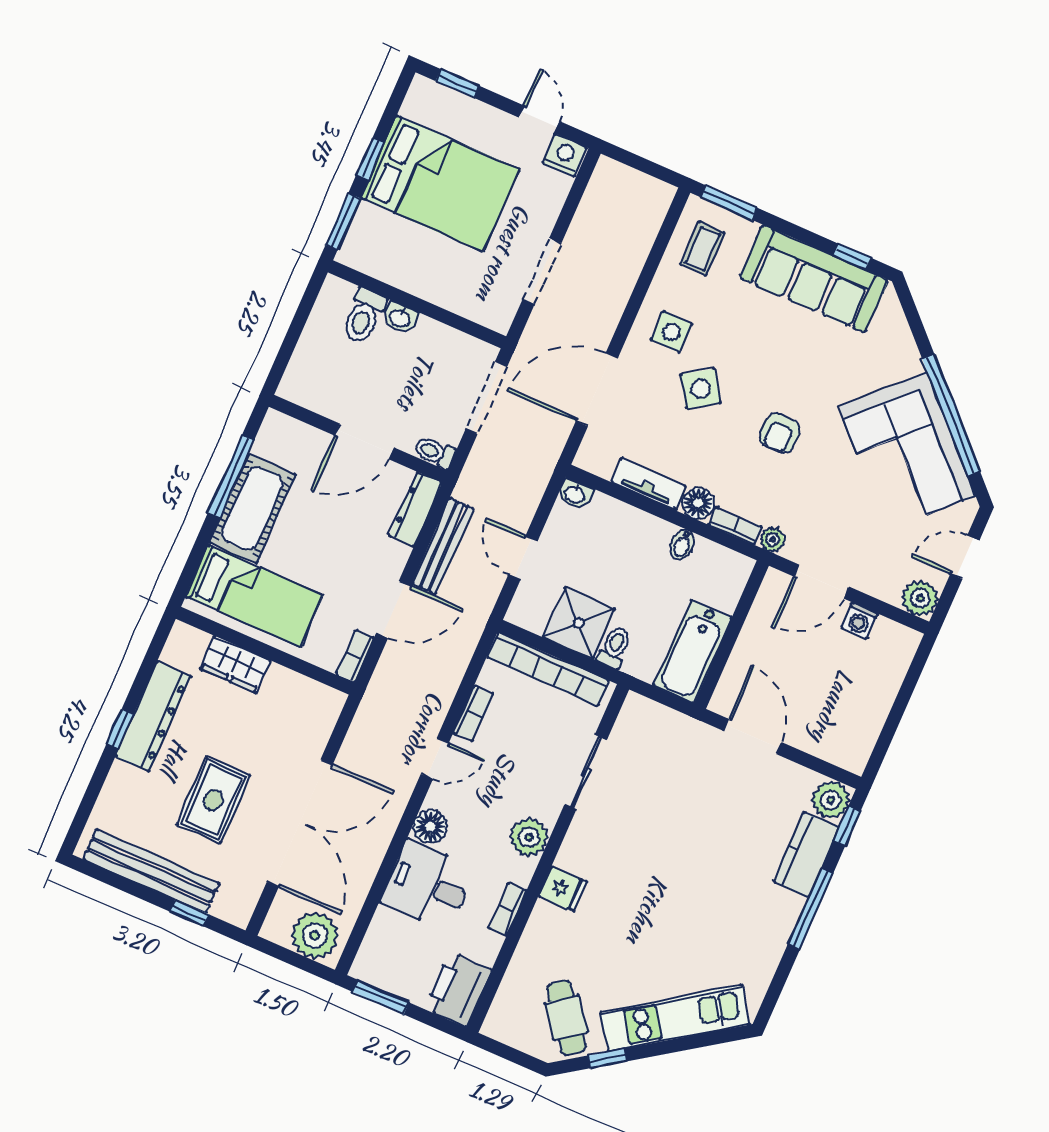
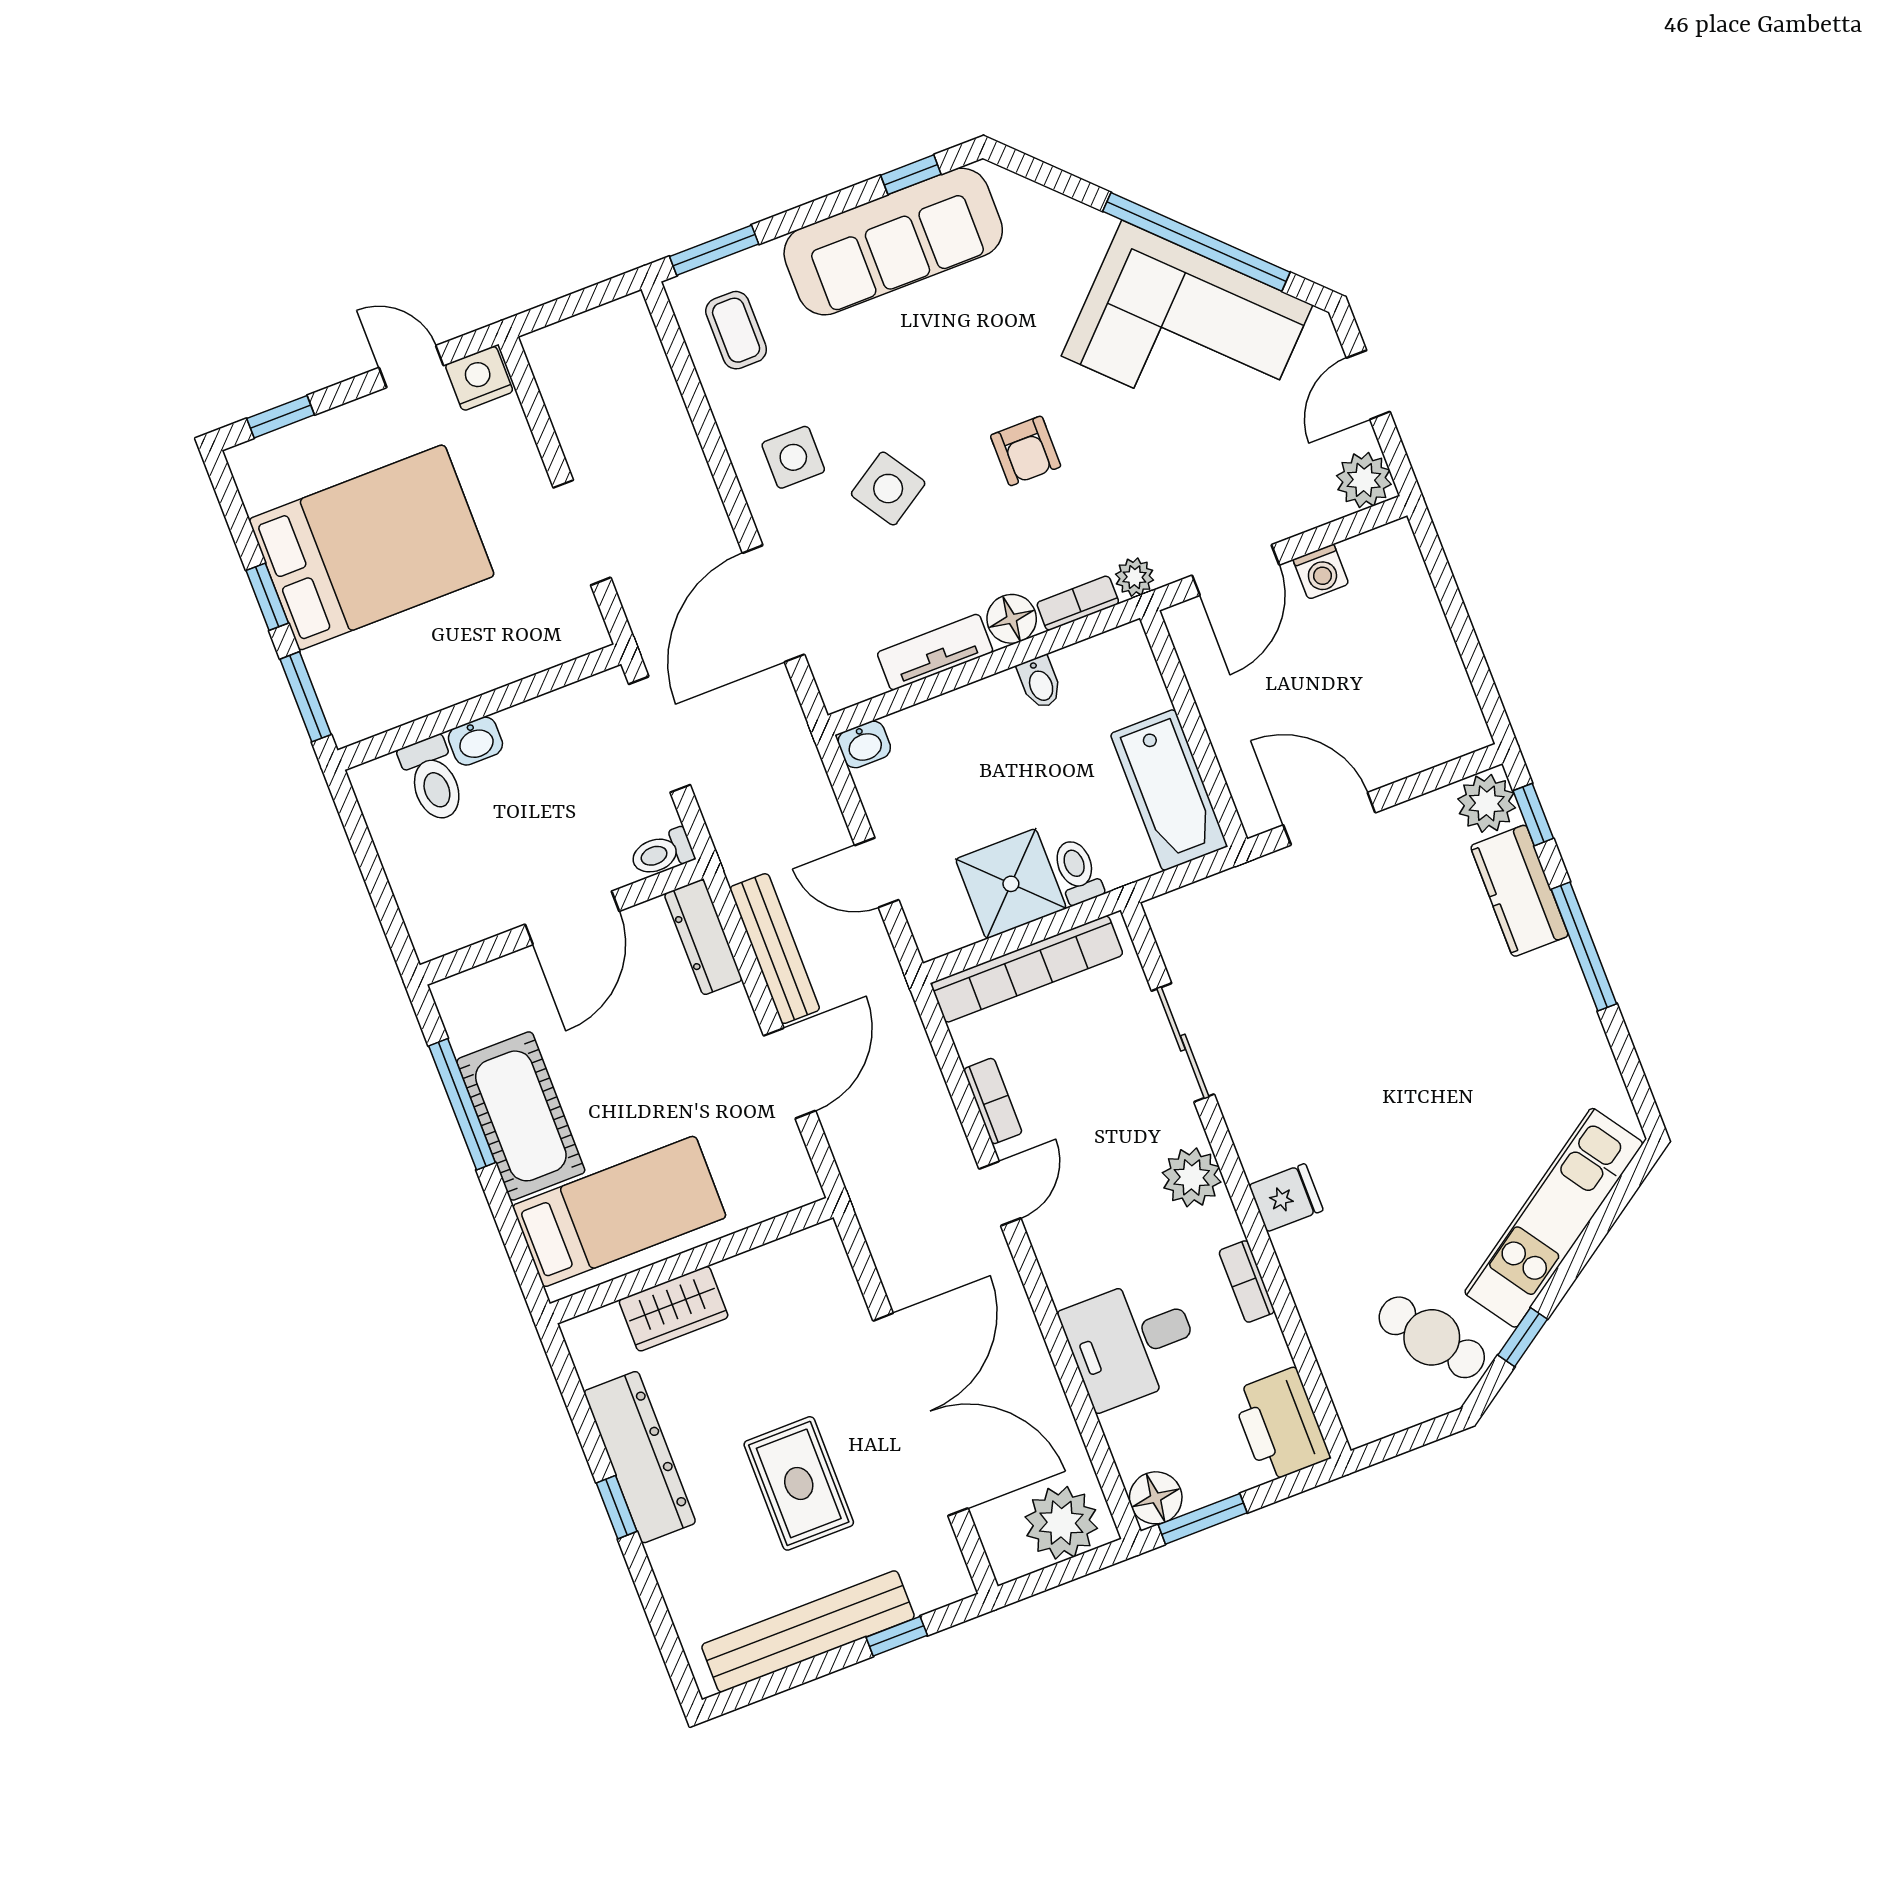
bookcase: (355, 656) -> (798, 1167), removed
floor lamp: (430, 827) -> (1156, 1498), moved

